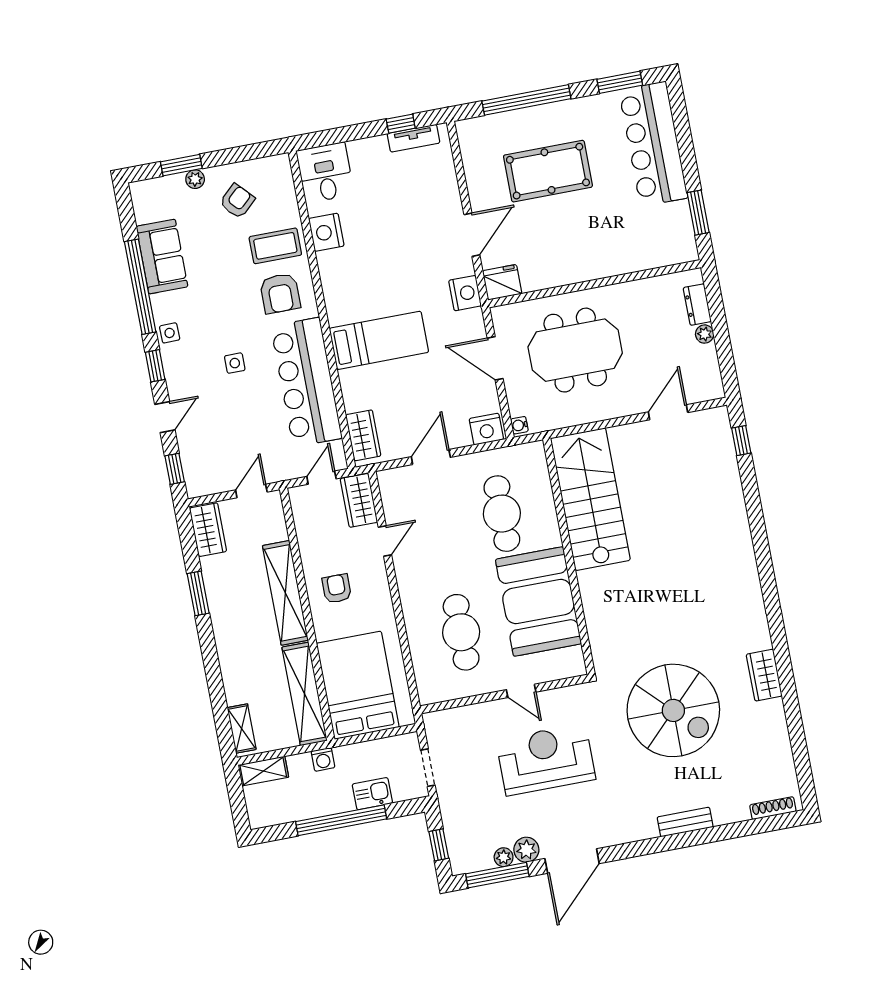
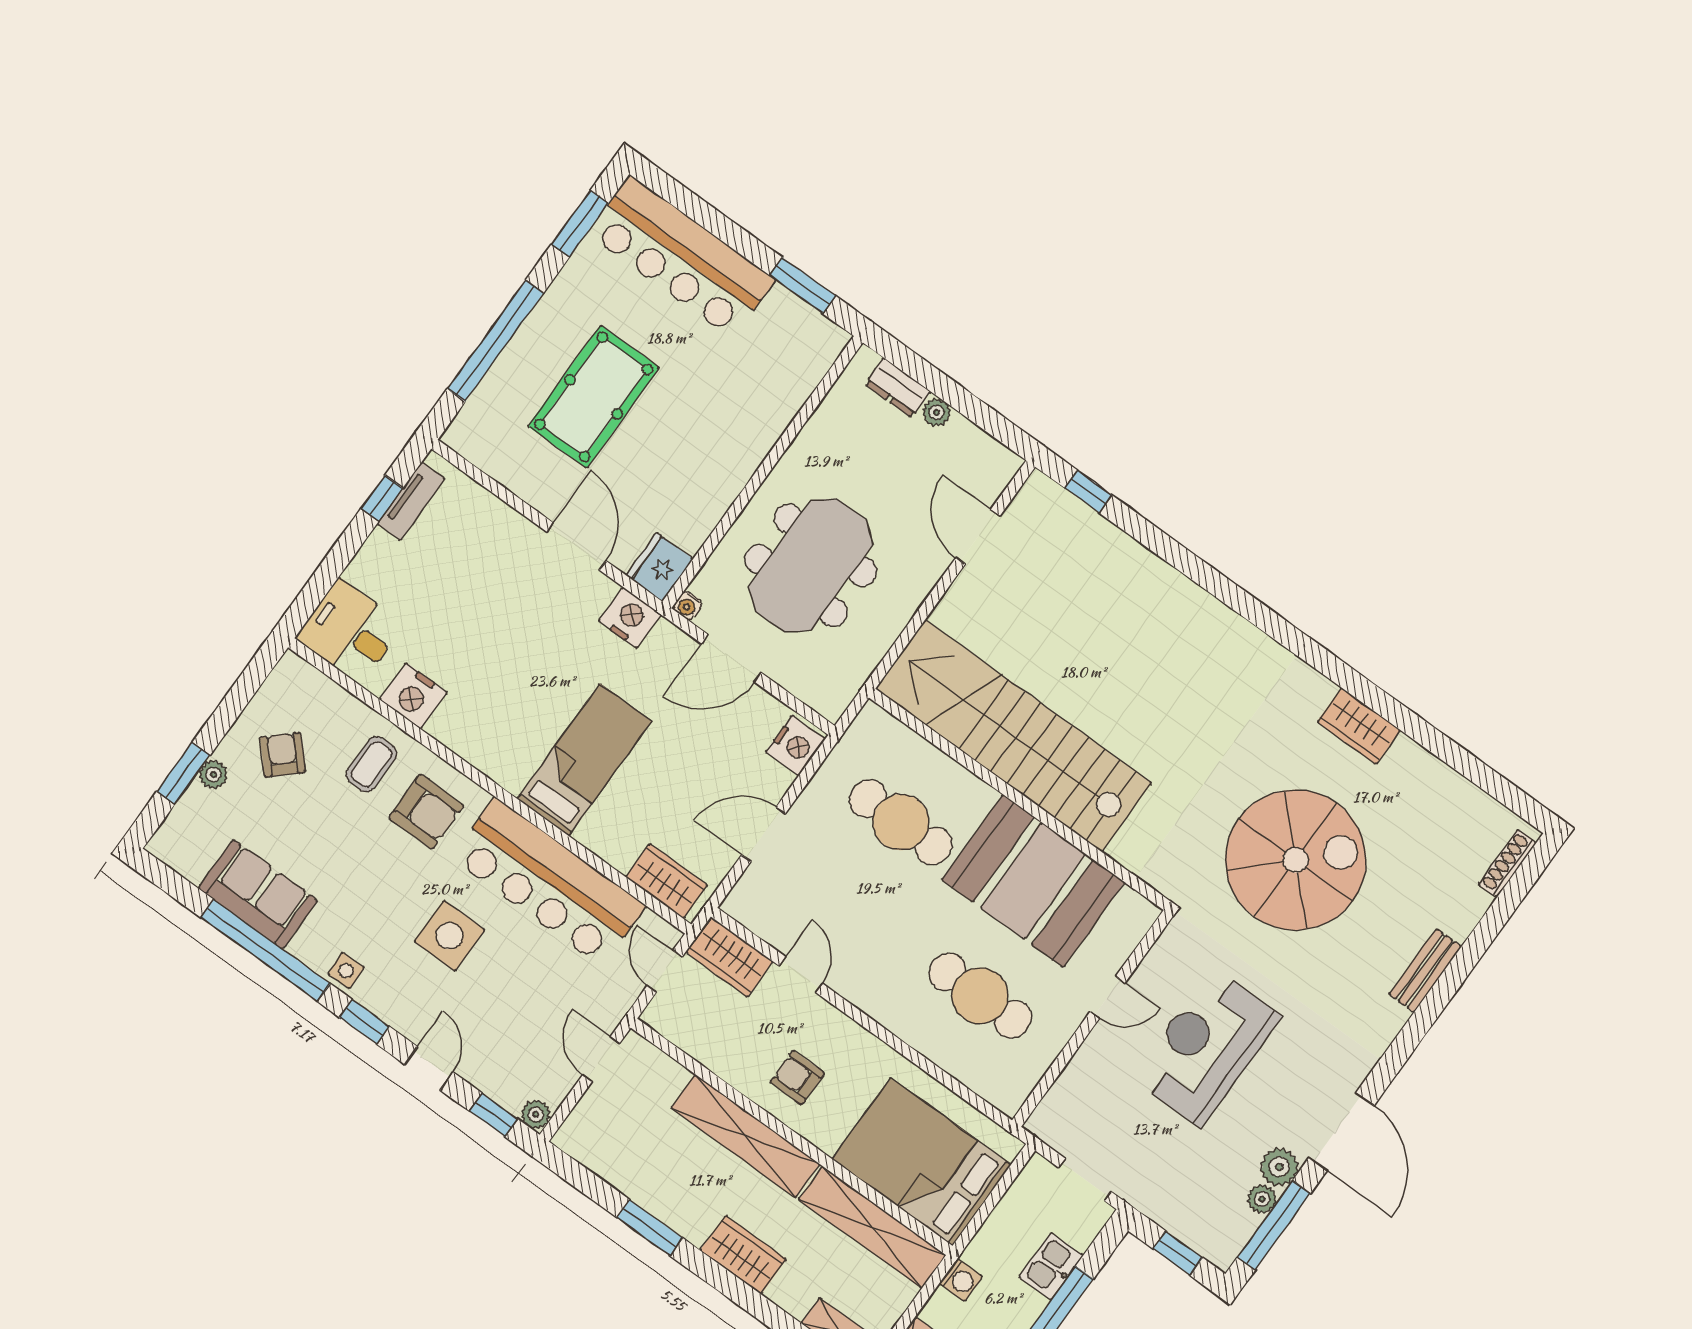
coffee table: (275, 246) -> (371, 764), width x0.73, depth x0.77
side table: (235, 363) -> (449, 936), width x1.87, depth x1.87
water cooler: (519, 425) -> (688, 605), moved
door: (431, 457) -> (763, 834), hinge flipped
plant: (195, 488) -> (536, 1114), added
stairs: (590, 499) -> (1013, 736), width x1.36
wardrobe: (208, 530) -> (743, 1255), moved

